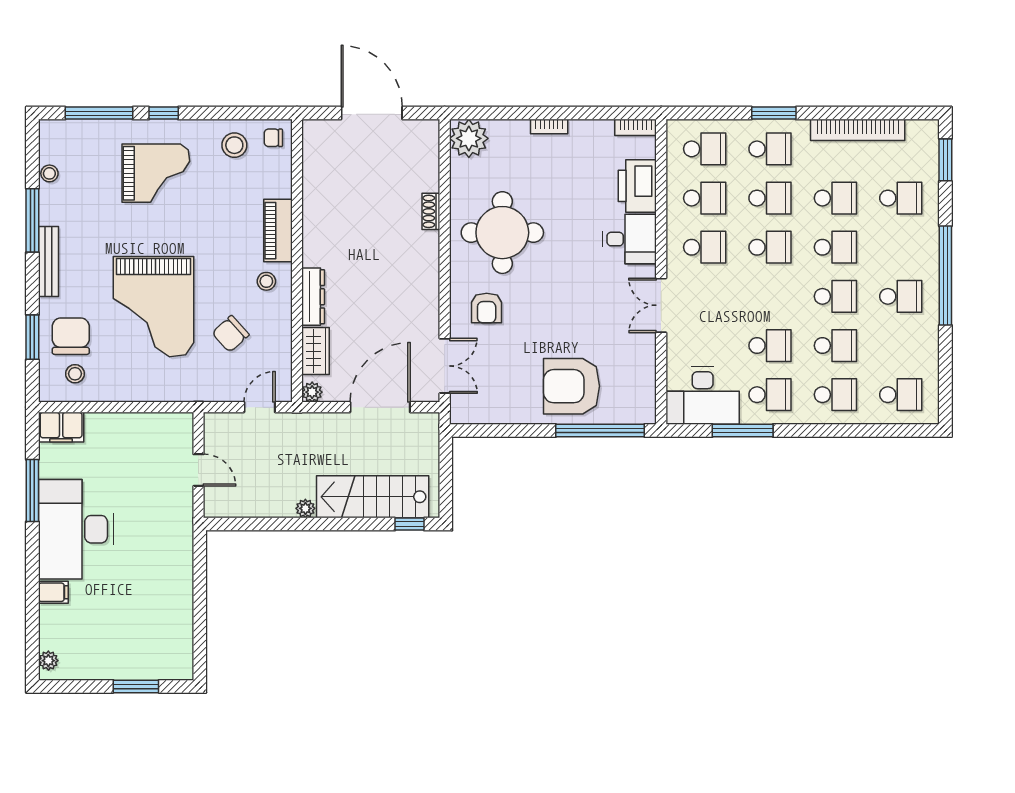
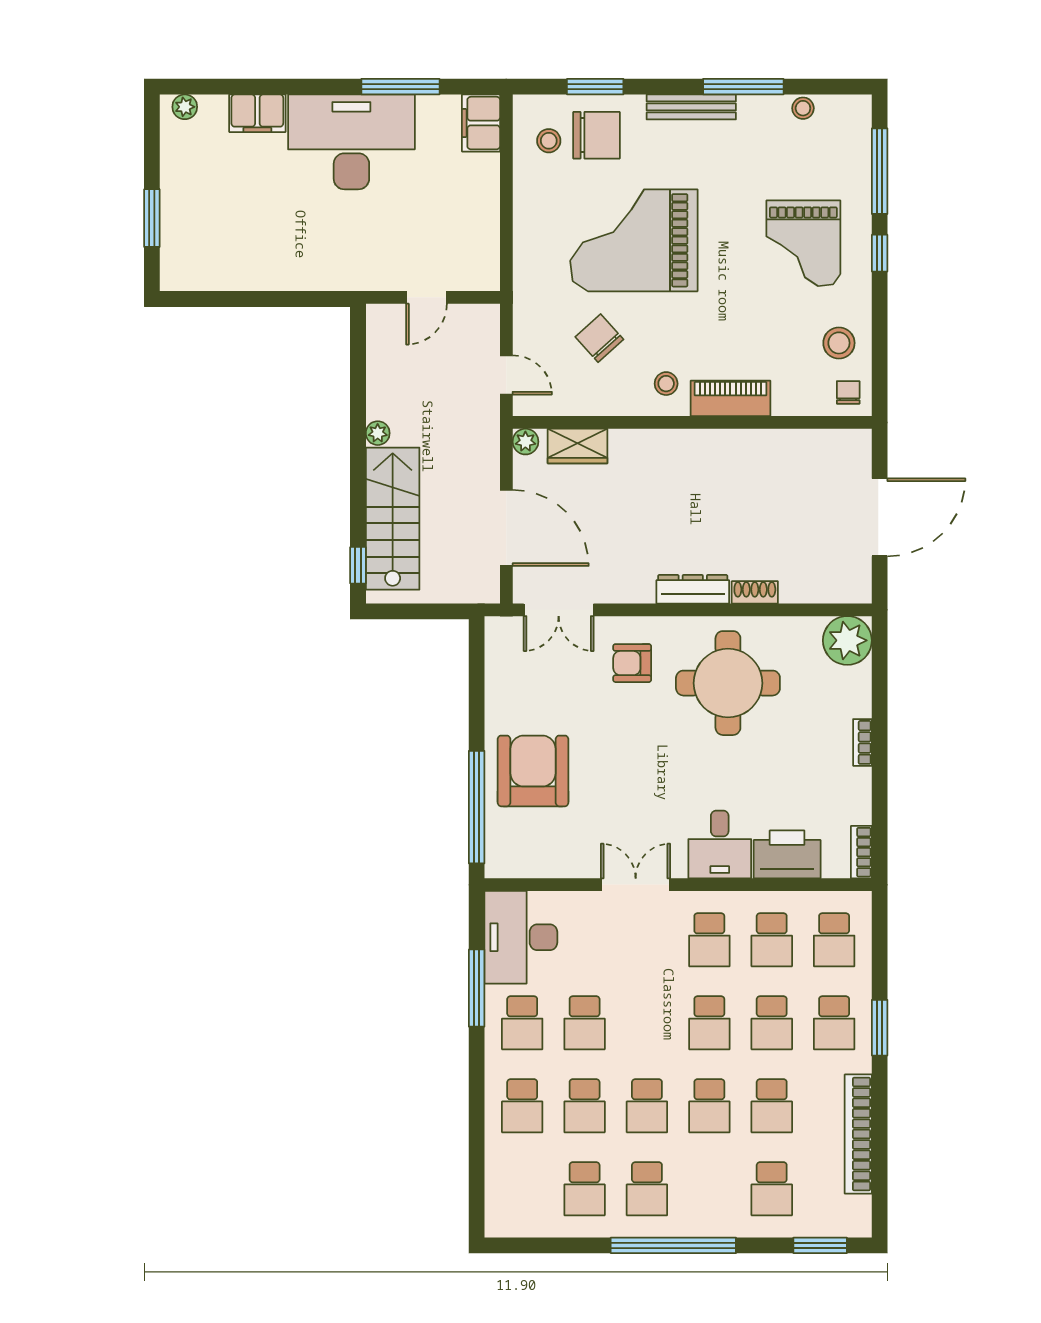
dresser: (313, 297) -> (693, 589), moved, turned 180
school desk: (901, 395) -> (585, 1189), moved
filing cabinet: (53, 592) -> (257, 113), width x2.00

